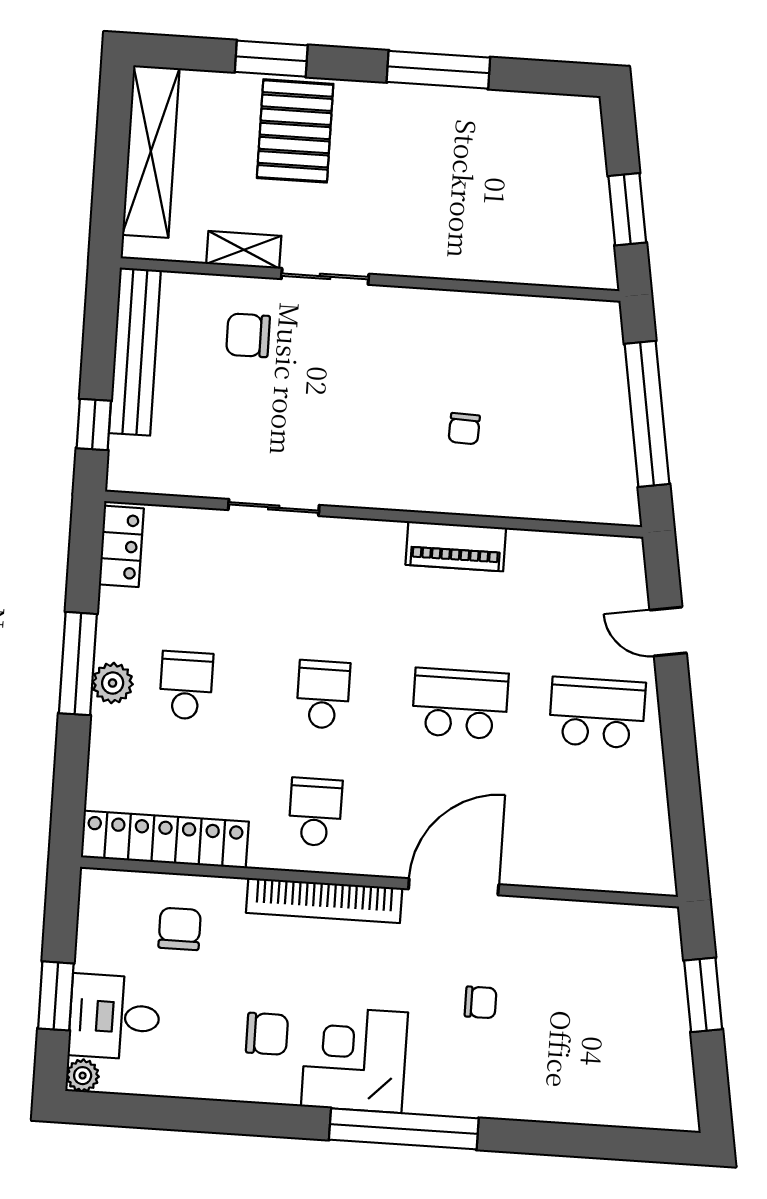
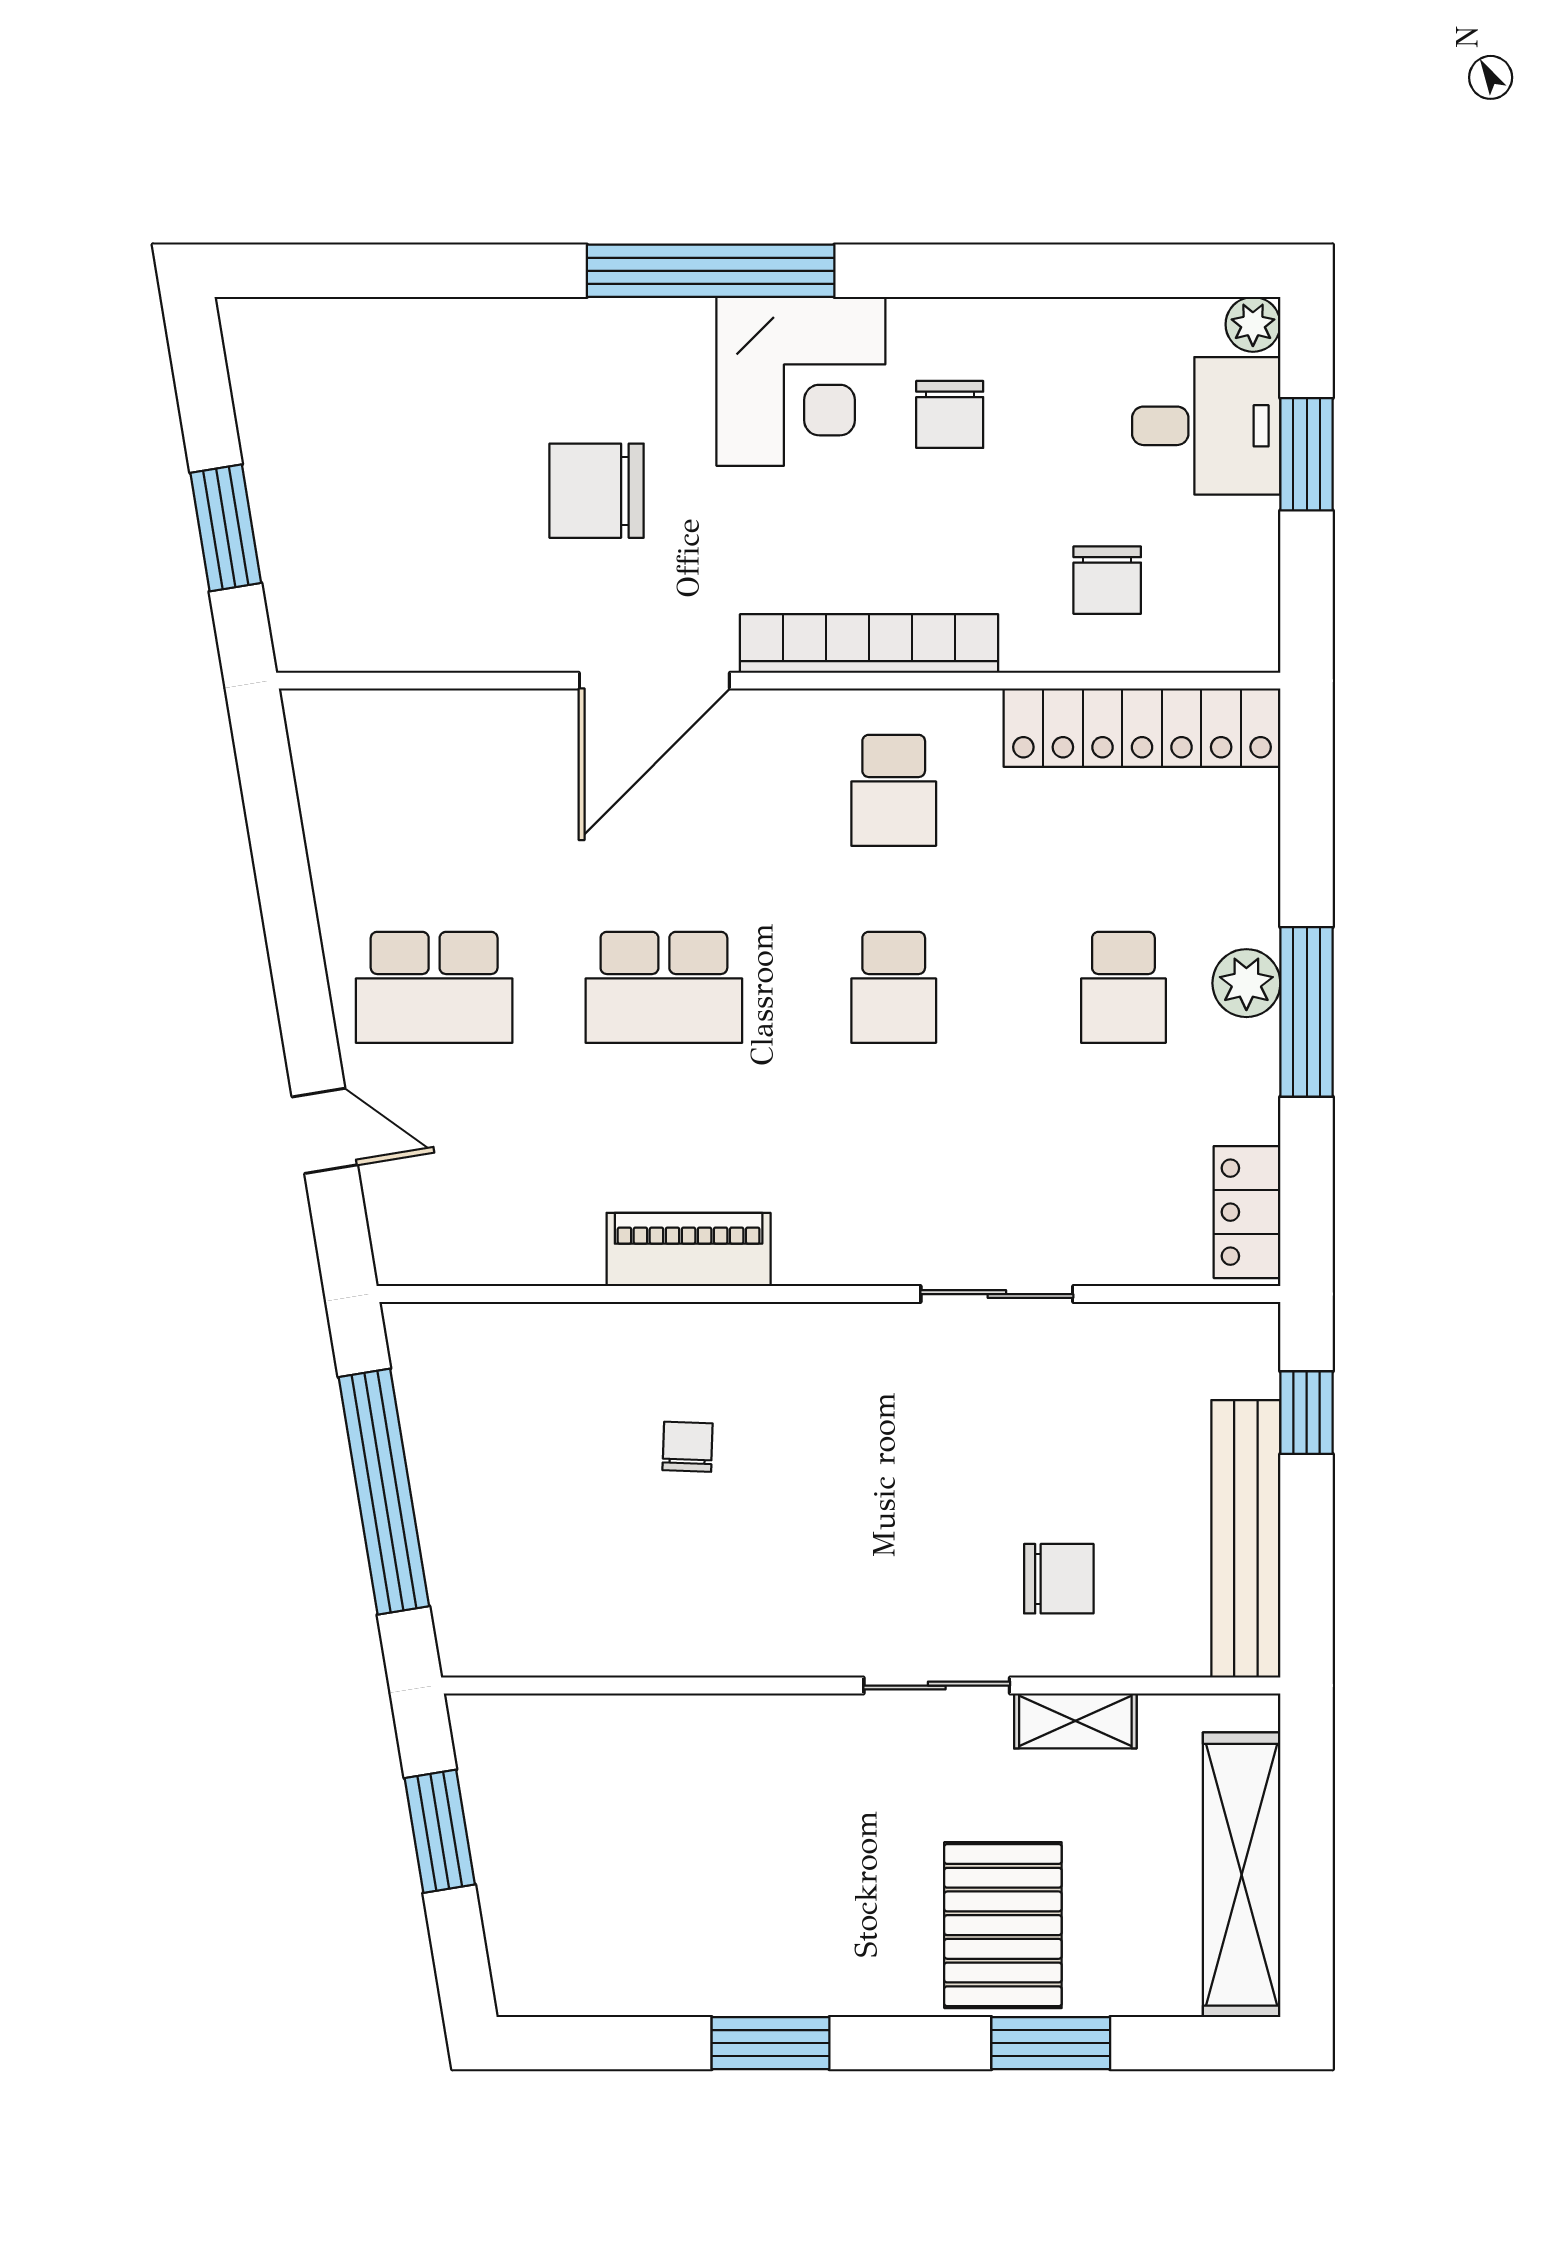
window: (438, 70) -> (770, 2043), width x0.69
chair: (481, 1002) -> (597, 491), width x1.87, depth x1.87
chair: (267, 1034) -> (950, 414), turned -90

